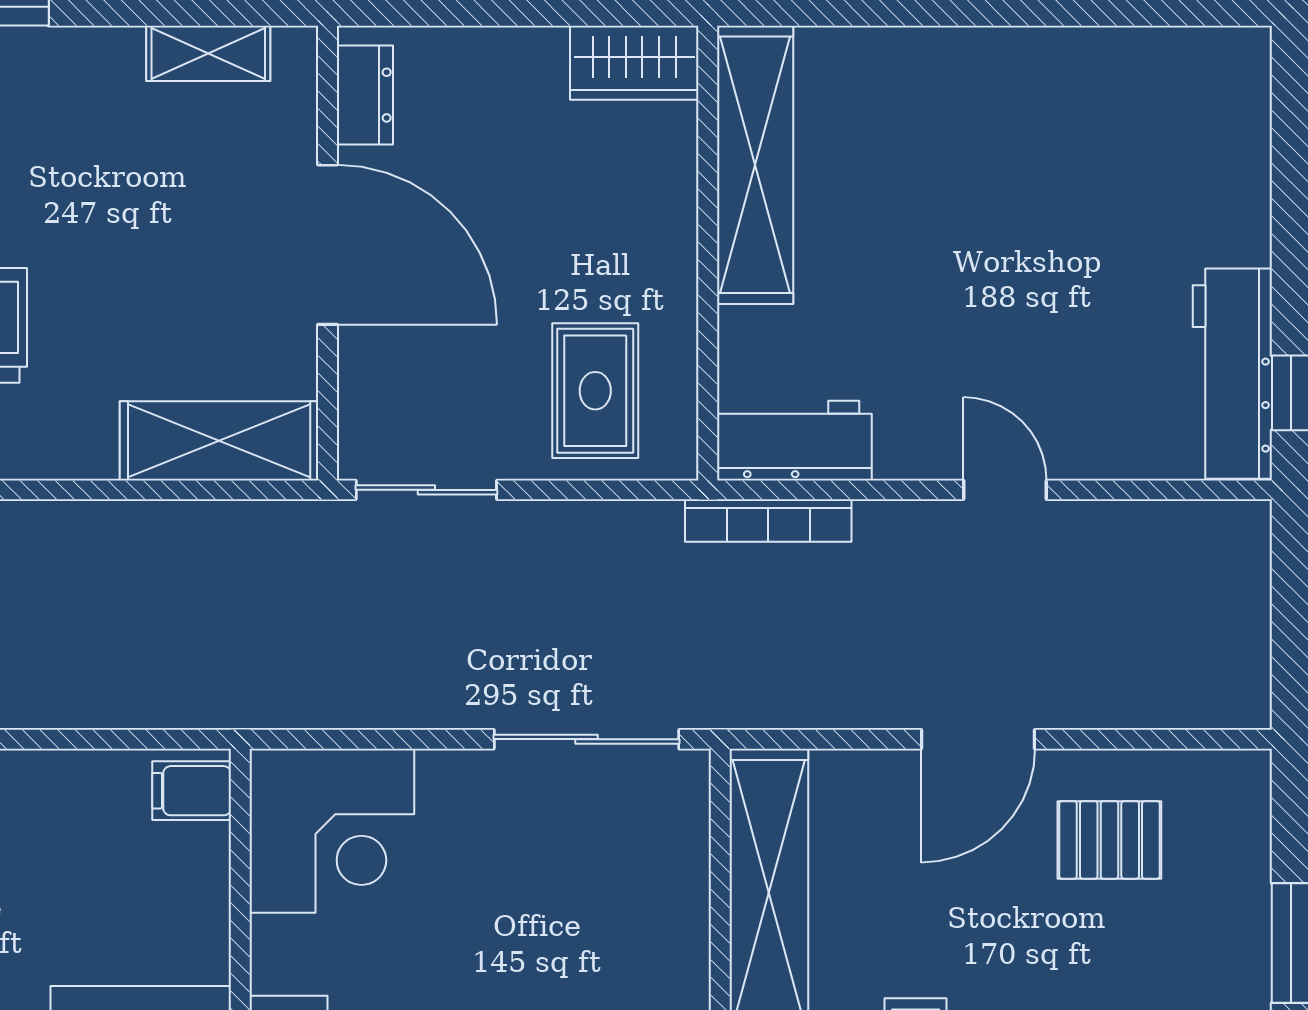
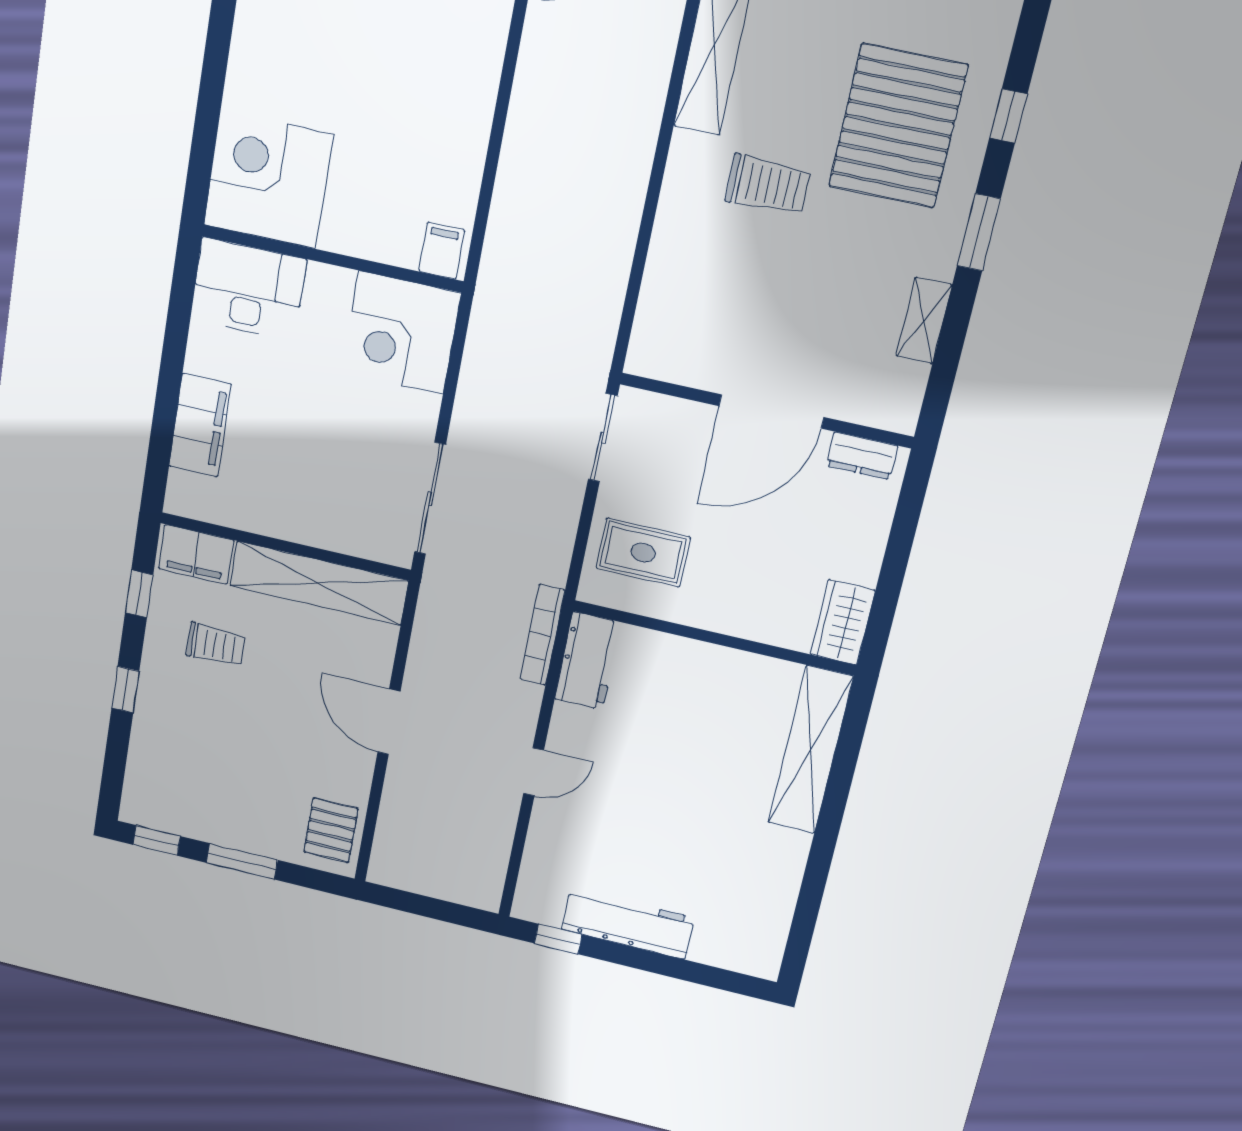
shelving: (208, 53) -> (924, 321), moved
shelving: (755, 165) -> (810, 750), moved, turned 90
workbench: (1232, 374) -> (628, 924), moved
shelving: (219, 441) -> (661, 316), removed
pallet: (1109, 840) -> (331, 830), moved

